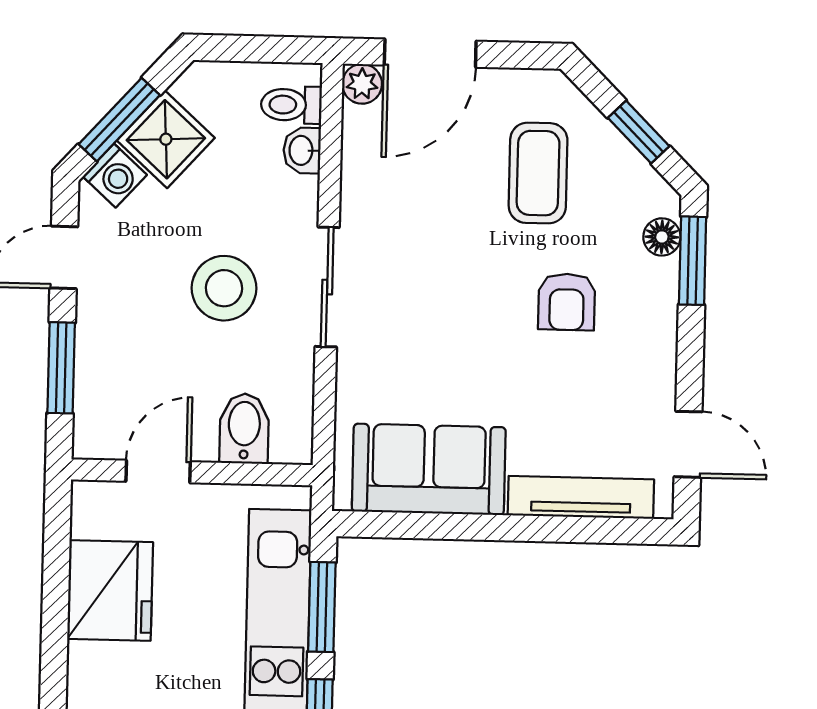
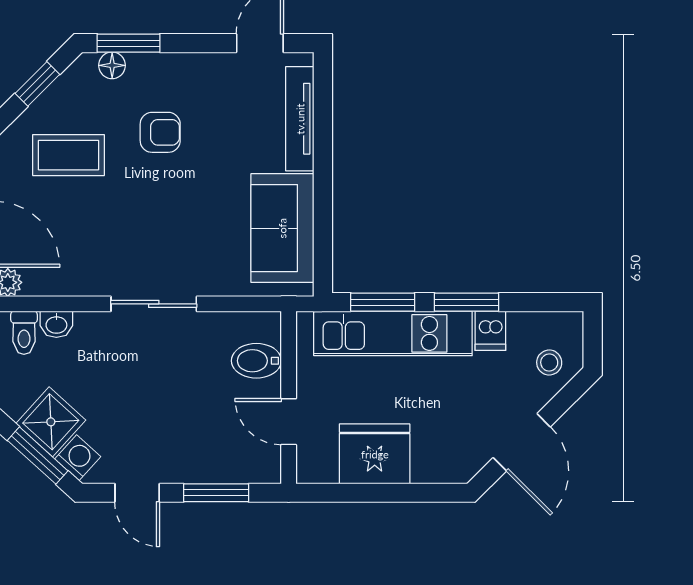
stool: (224, 288) -> (156, 378), removed

